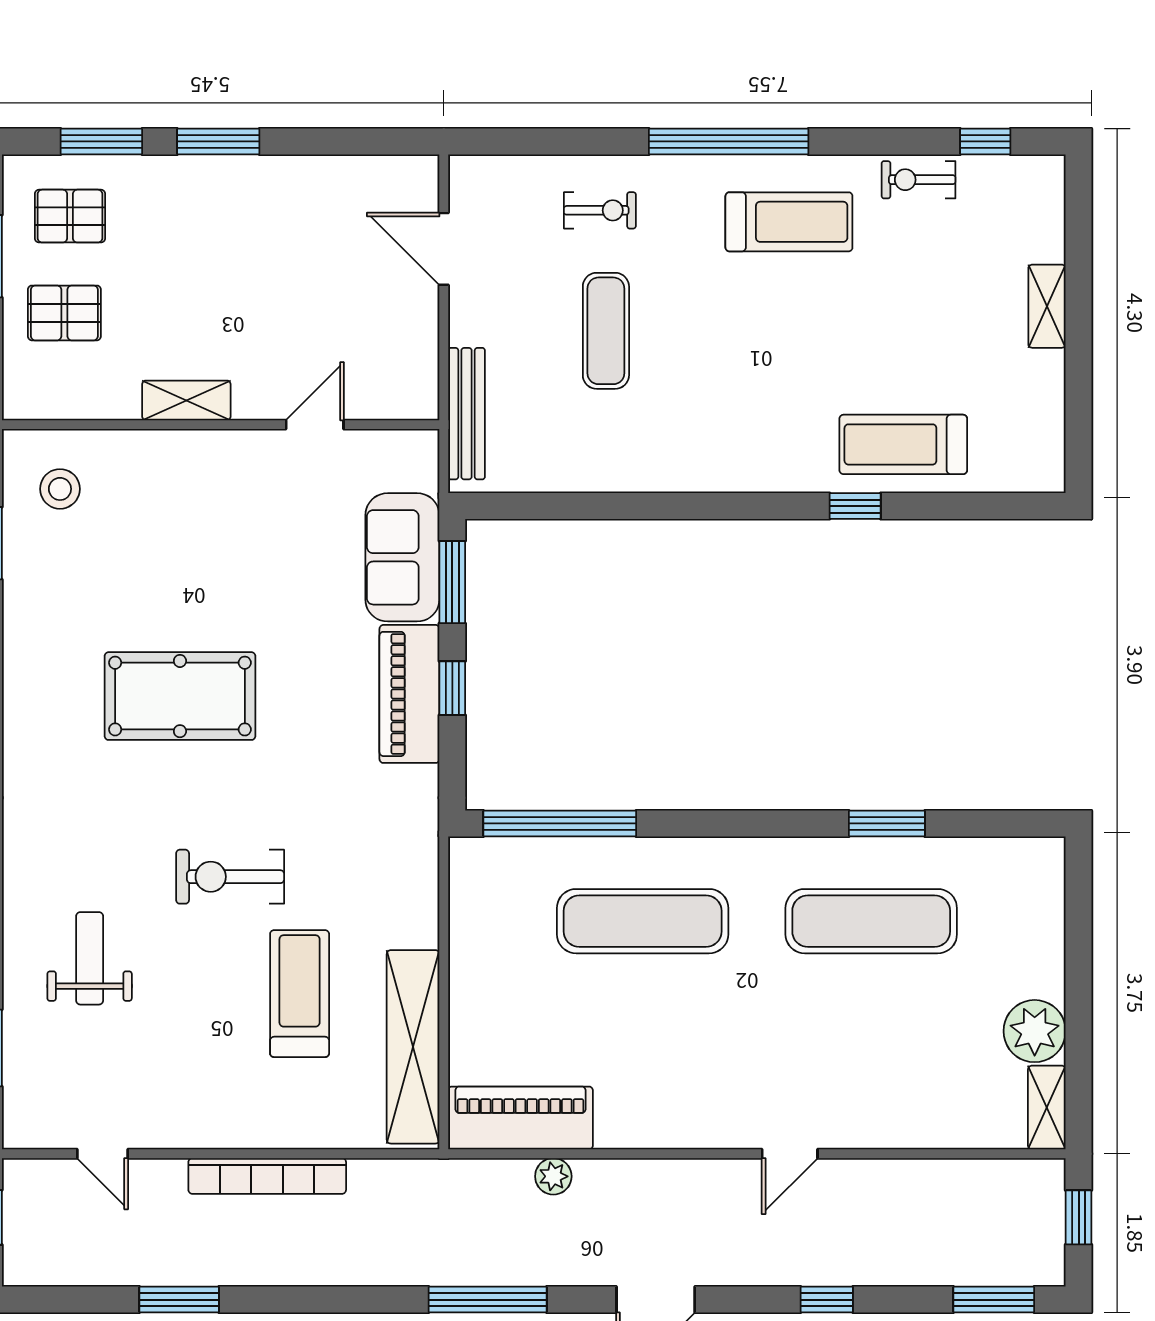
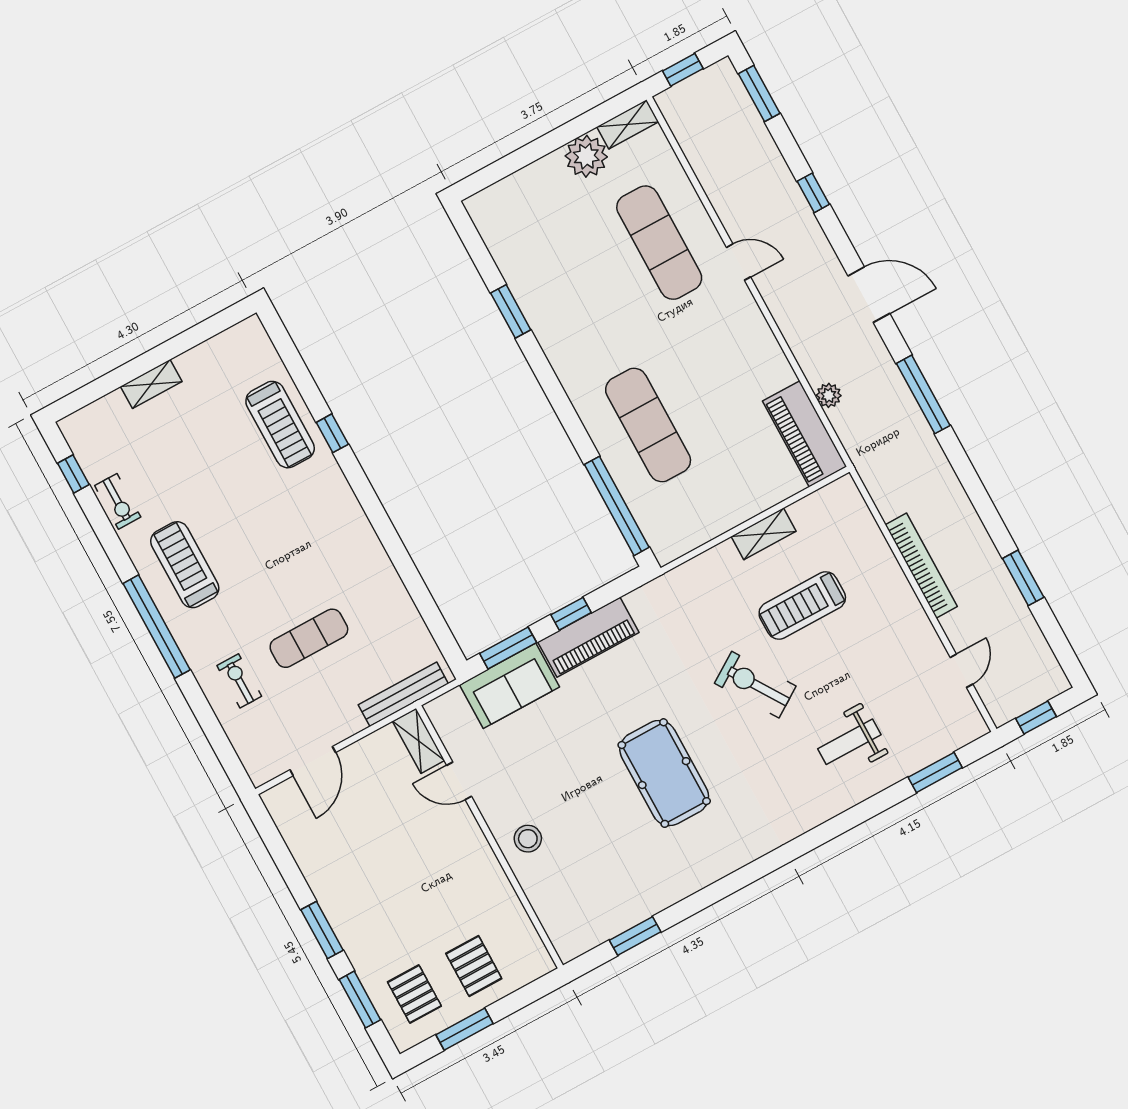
shelving: (186, 400) -> (419, 741), moved
stool: (60, 489) -> (528, 839), moved
exercise bike: (230, 877) -> (755, 685), turned 147
exercise mat: (871, 921) -> (659, 243), moved
shelving: (413, 1047) -> (764, 534), width x0.45, depth x0.75

